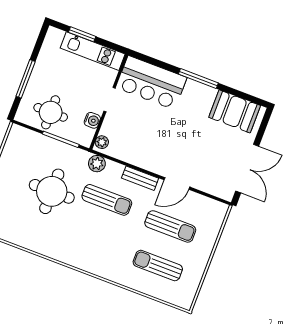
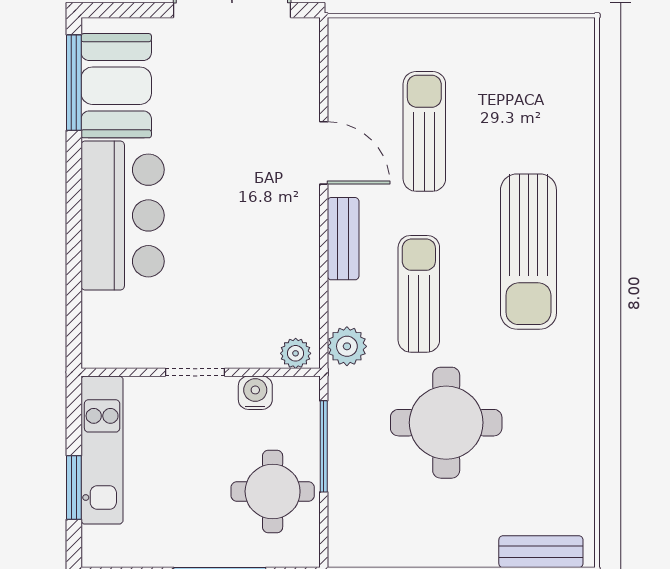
window: (198, 78) -> (74, 83), moved
bar counter: (151, 83) -> (123, 215), moved
sun lounger: (158, 266) -> (528, 252), moved, width x1.36, depth x1.34

